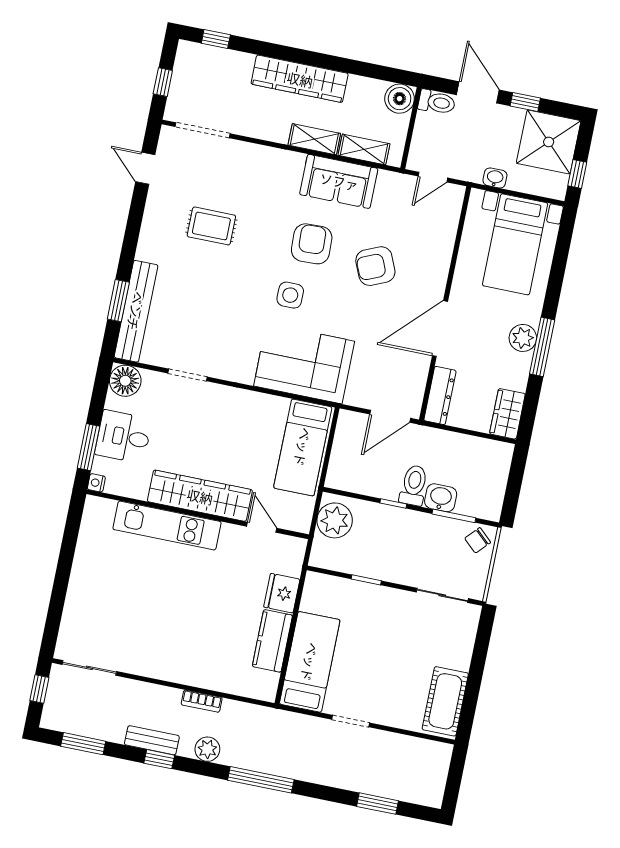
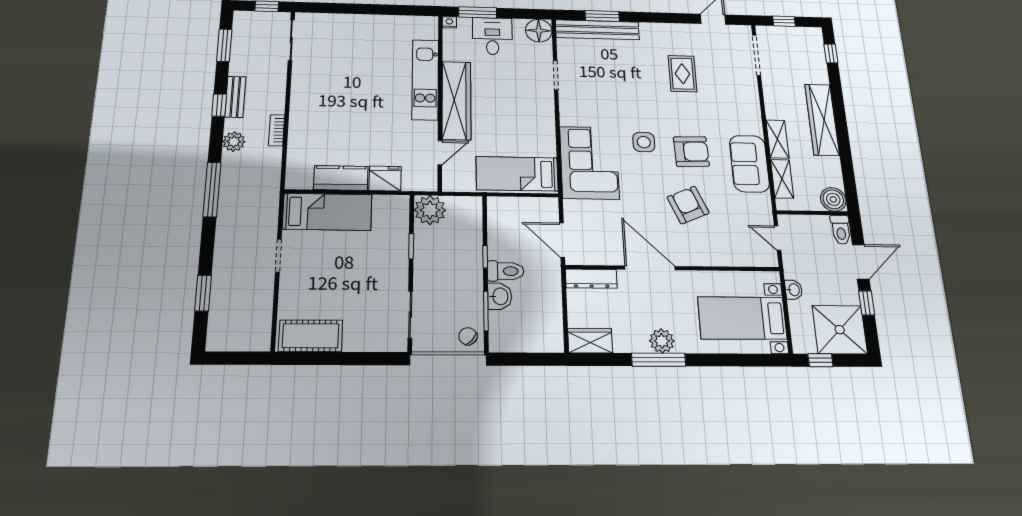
plant: (335, 520) -> (430, 210), moved

